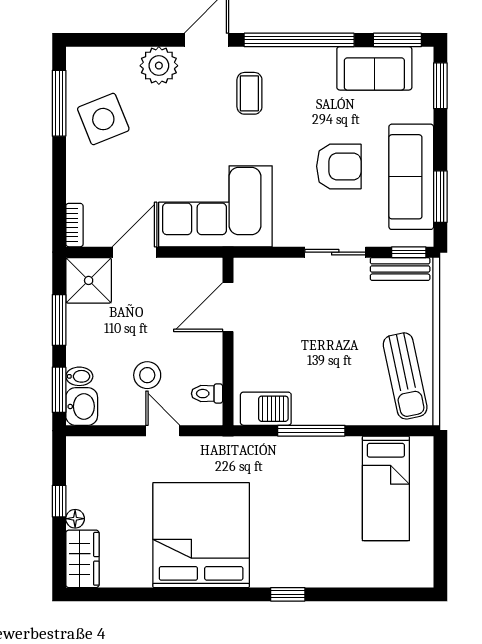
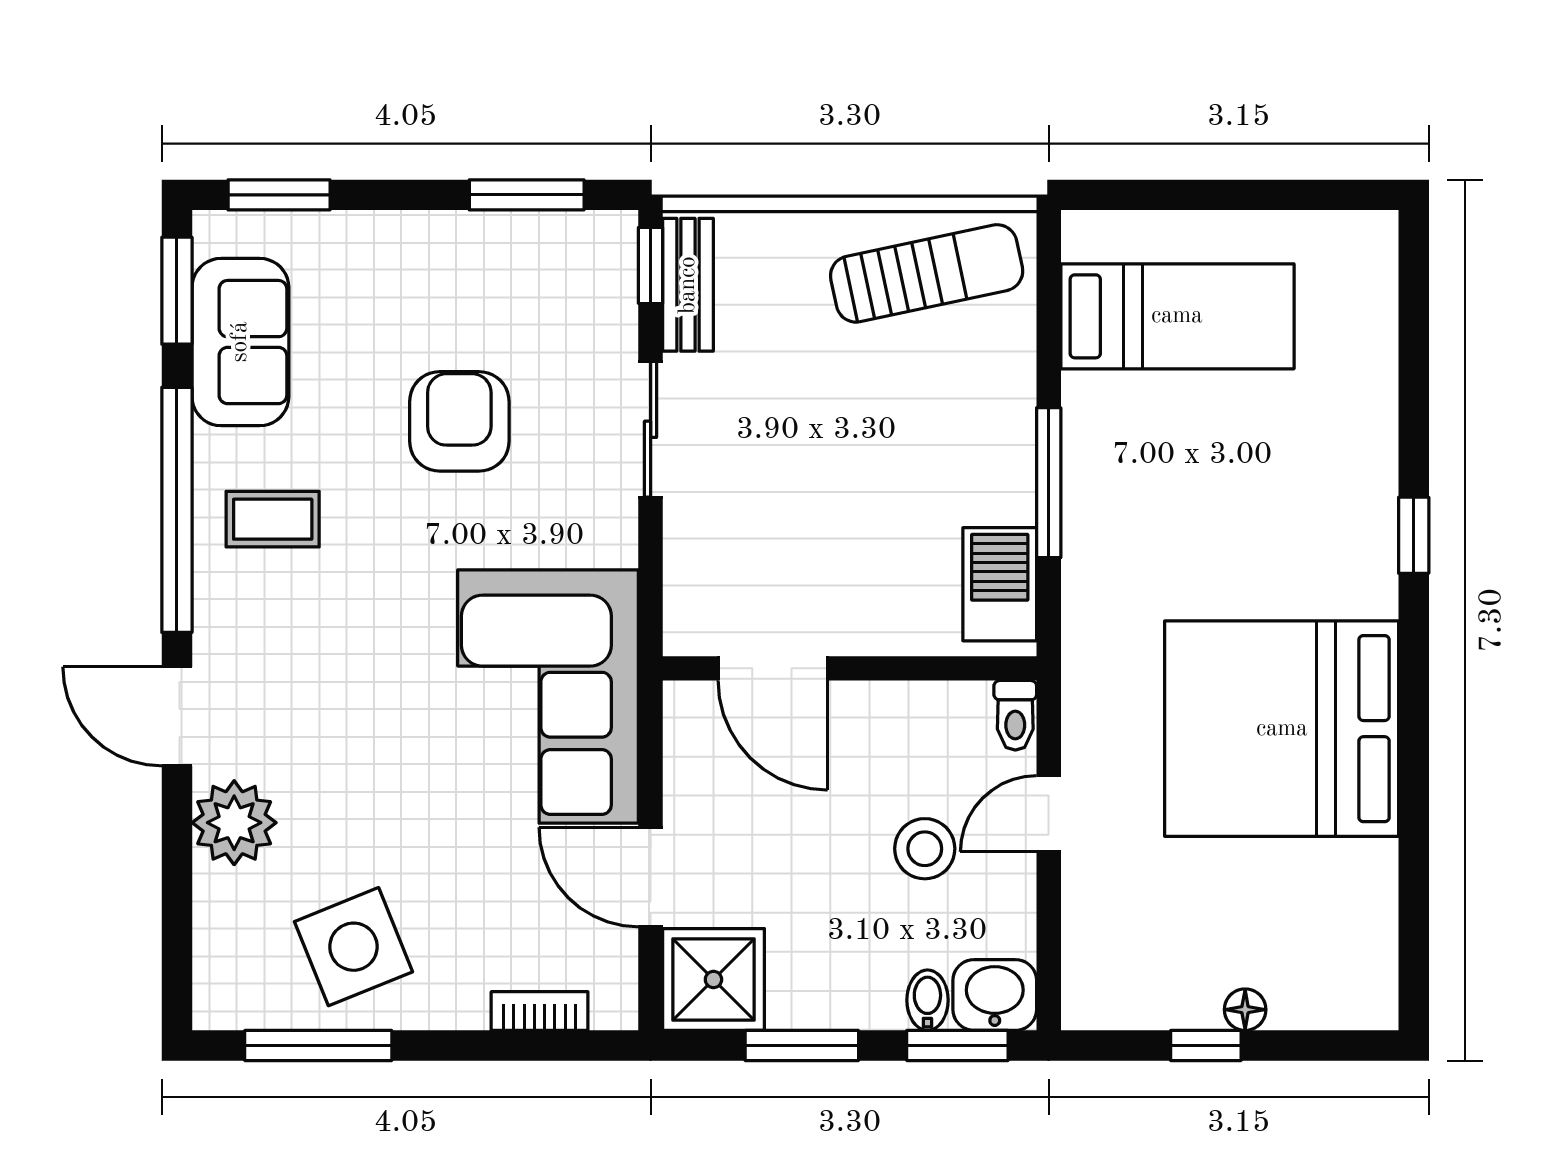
coffee table: (249, 93) -> (273, 519), moved
sofa: (411, 177) -> (482, 260), removed
bookcase: (74, 225) -> (540, 1011), moved
toilet: (207, 394) -> (1015, 715), moved
wardrobe: (82, 559) -> (1335, 993), removed

